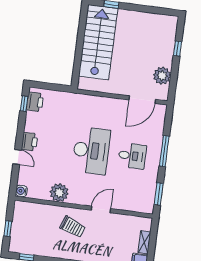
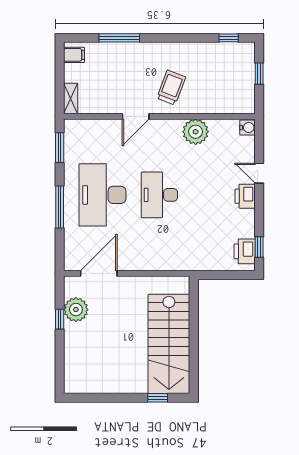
window: (178, 48) -> (60, 319), moved
desk: (91, 151) -> (159, 195), width x0.73, depth x0.77
desk: (132, 156) -> (102, 195), width x1.87, depth x1.30
trolley: (73, 227) -> (171, 88), turned 90
shelving: (144, 242) -> (71, 99), moved

